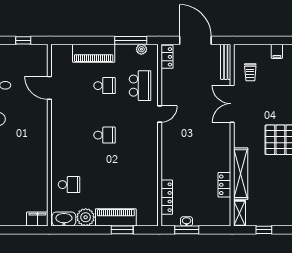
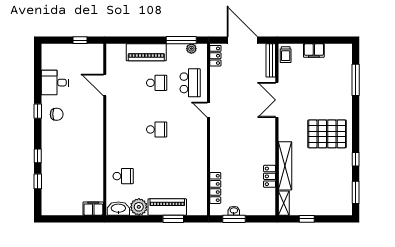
filing cabinet: (277, 51) -> (314, 50), width x2.00
trolley: (250, 72) -> (286, 55), moved
door: (160, 114) -> (208, 110), swing flipped

